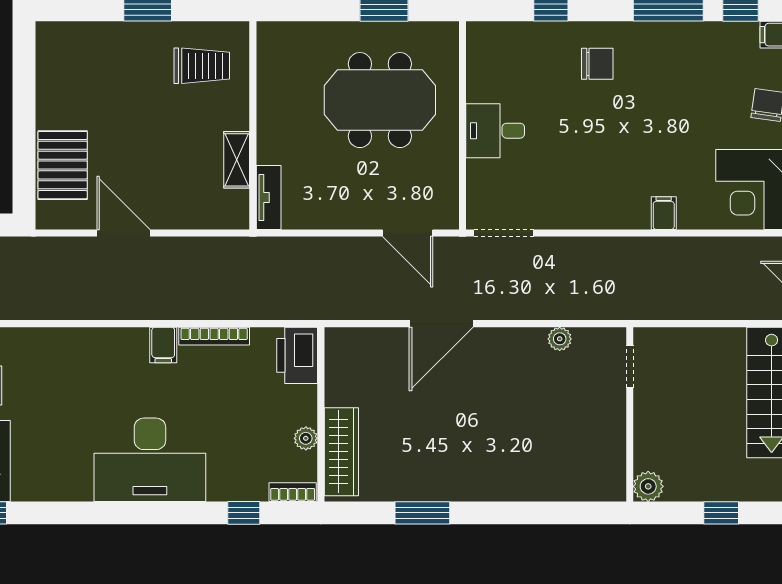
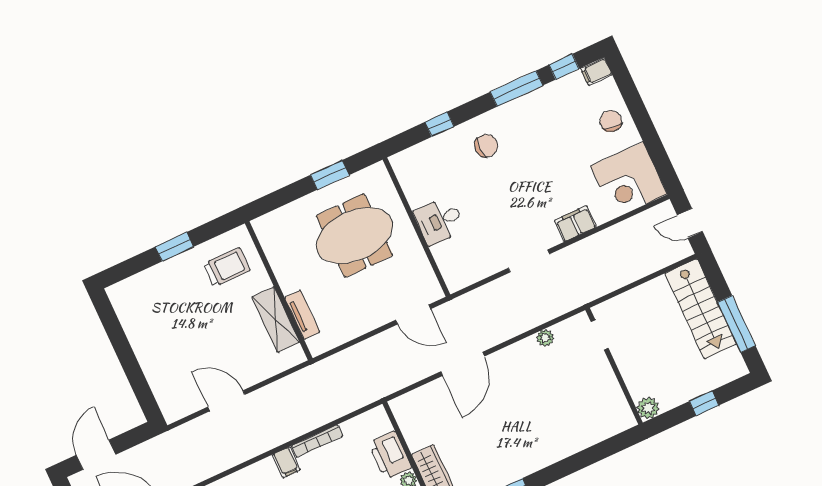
shelving: (237, 160) -> (276, 320), width x1.50, depth x1.33
pallet: (63, 165) -> (166, 375), removed
tv unit: (269, 198) -> (302, 315), moved
filing cabinet: (664, 213) -> (575, 224), width x2.00
doorway: (504, 233) -> (529, 261), moved
printer: (297, 355) -> (390, 455), moved

